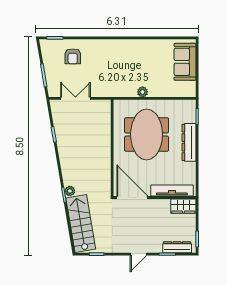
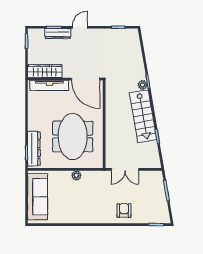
armchair: (73, 56) -> (124, 211), moved
sofa: (185, 62) -> (38, 197), width x1.36
double door: (75, 98) -> (125, 169), moved
dresser: (189, 142) -> (34, 149), moved
wardrobe: (183, 206) -> (45, 71), width x1.50
stairs: (81, 224) -> (143, 116), moved
dresser: (177, 247) -> (58, 33), moved

